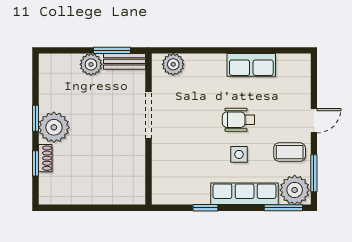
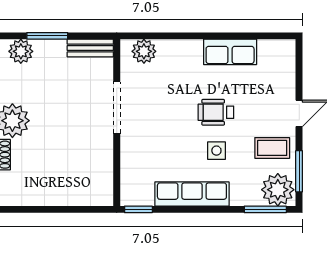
window: (112, 50) -> (47, 36), moved
plant: (91, 64) -> (21, 51), moved
row of seats: (245, 194) -> (192, 194), moved
window: (205, 208) -> (138, 209), moved

